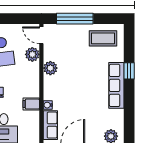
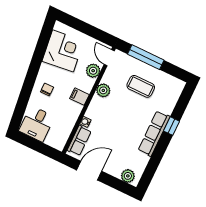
coffee table: (103, 38) -> (141, 86), moved
filing cabinet: (31, 104) -> (80, 97), moved

